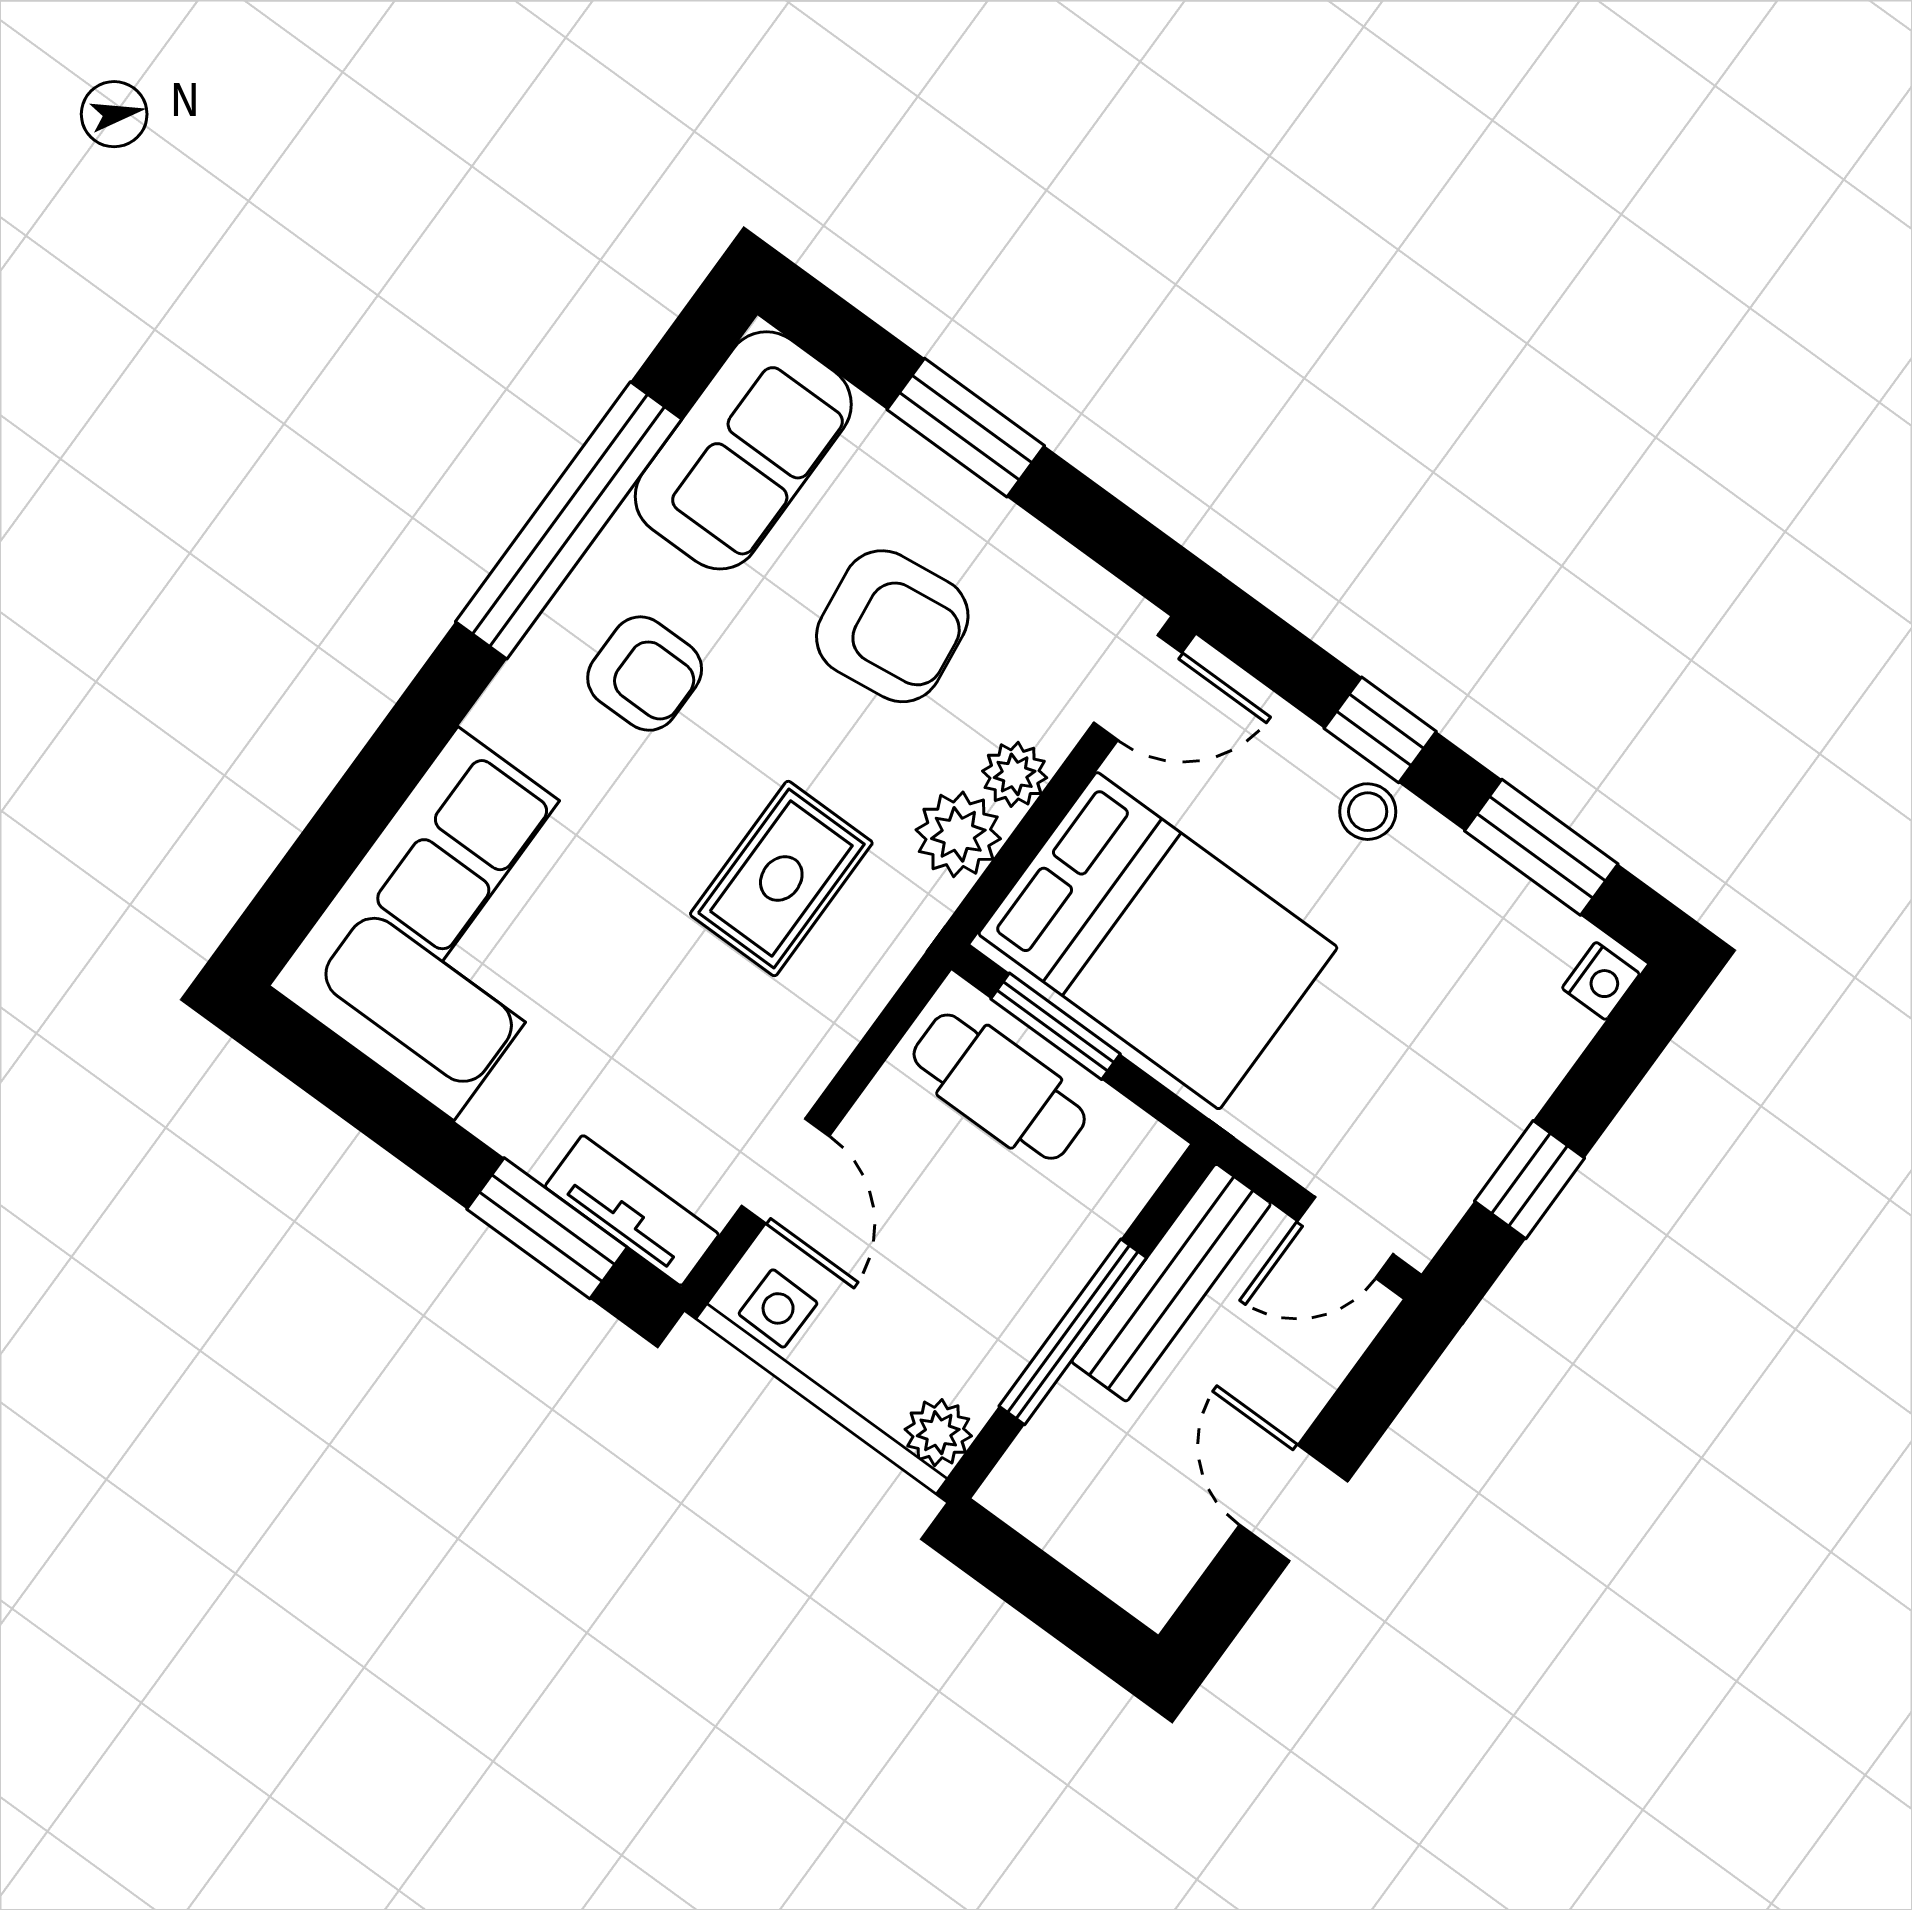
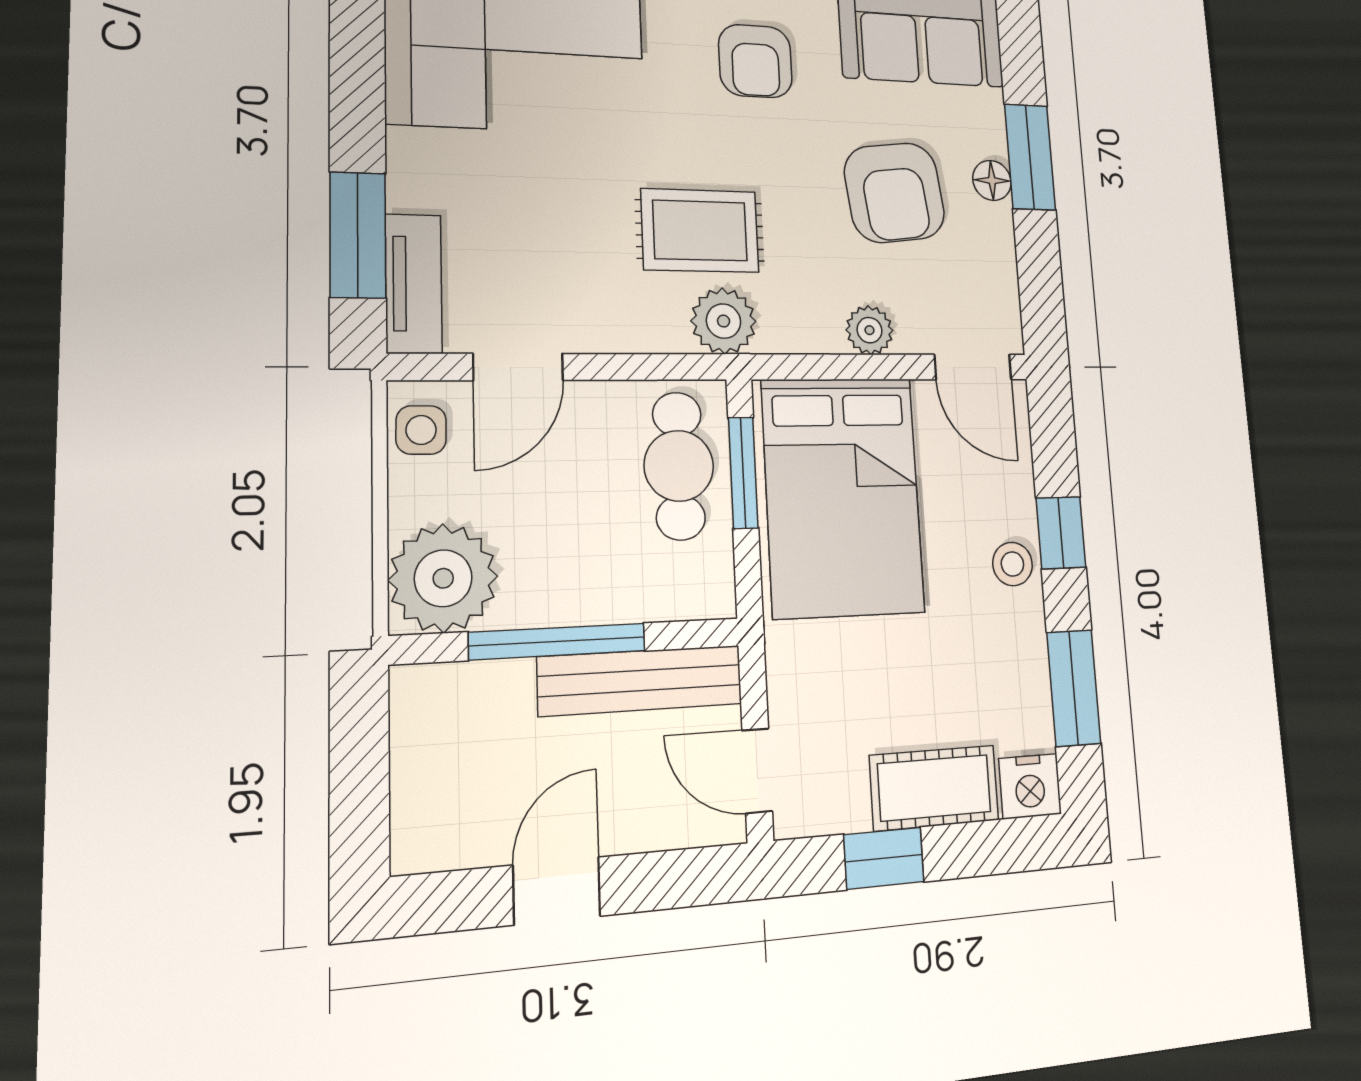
floor lamp: (959, 497) -> (992, 180), added
plant: (958, 834) -> (724, 321), moved
nightstand: (1601, 981) -> (1030, 786), width x1.39, depth x1.35
cot: (1510, 1076) -> (934, 788), added
plant: (938, 1433) -> (443, 578), width x1.88, depth x1.88

